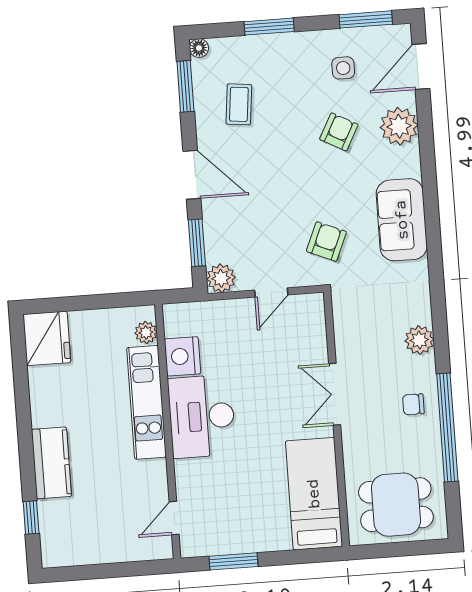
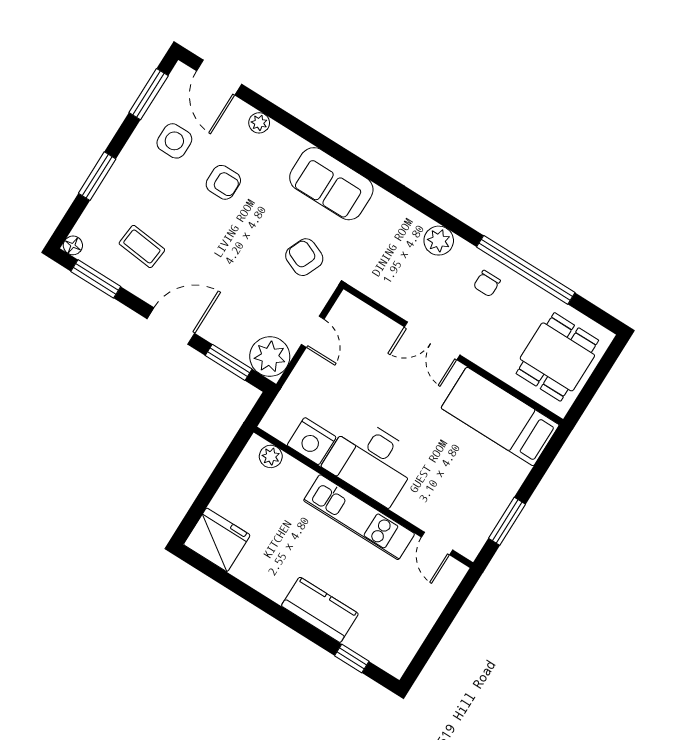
side table: (343, 68) -> (174, 141), width x1.37, depth x1.37
plant: (399, 126) -> (259, 123), width x0.53, depth x0.53
armchair: (339, 132) -> (223, 182), turned 152
plant: (221, 278) -> (270, 357), width x1.36, depth x1.36
kitchen unit: (147, 402) -> (359, 517), moved

